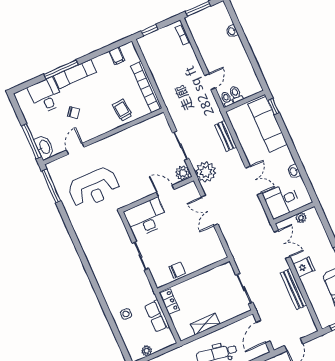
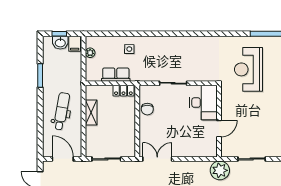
plant: (183, 173) -> (228, 150), removed
double door: (210, 211) -> (157, 159), moved

